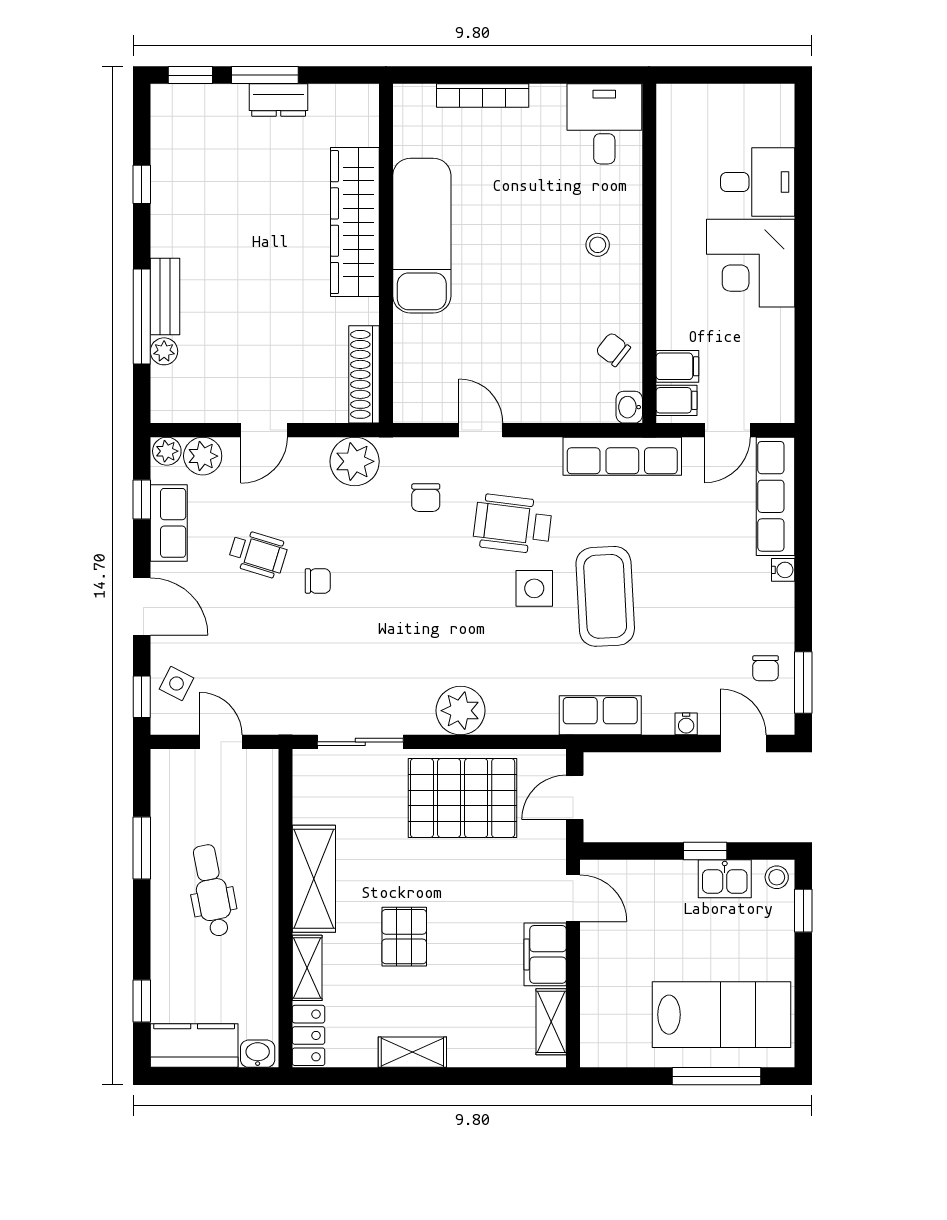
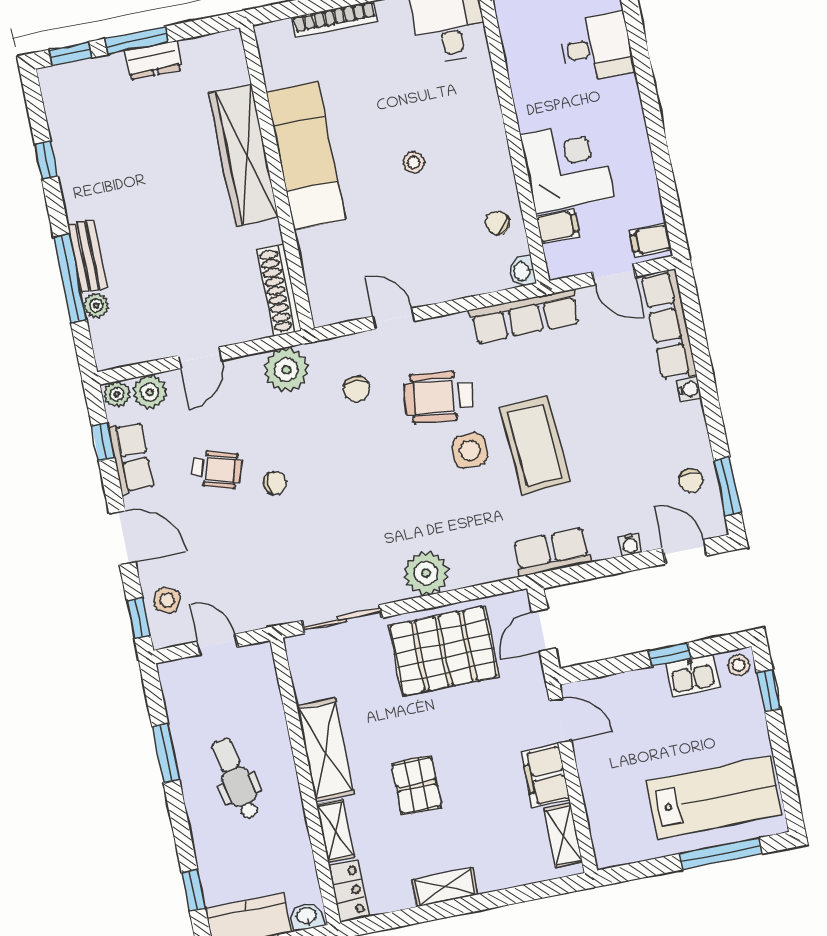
stool: (598, 245) -> (414, 162), moved
corner desk: (751, 263) -> (567, 166), moved, turned 180
filing cabinet: (676, 400) -> (651, 240), moved, turned 180
door: (727, 430) -> (614, 274), hinge flipped

